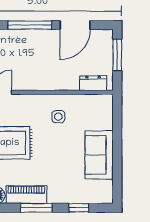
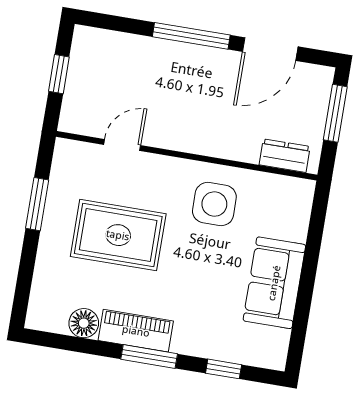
side table: (58, 117) -> (214, 204), width x1.87, depth x1.87

